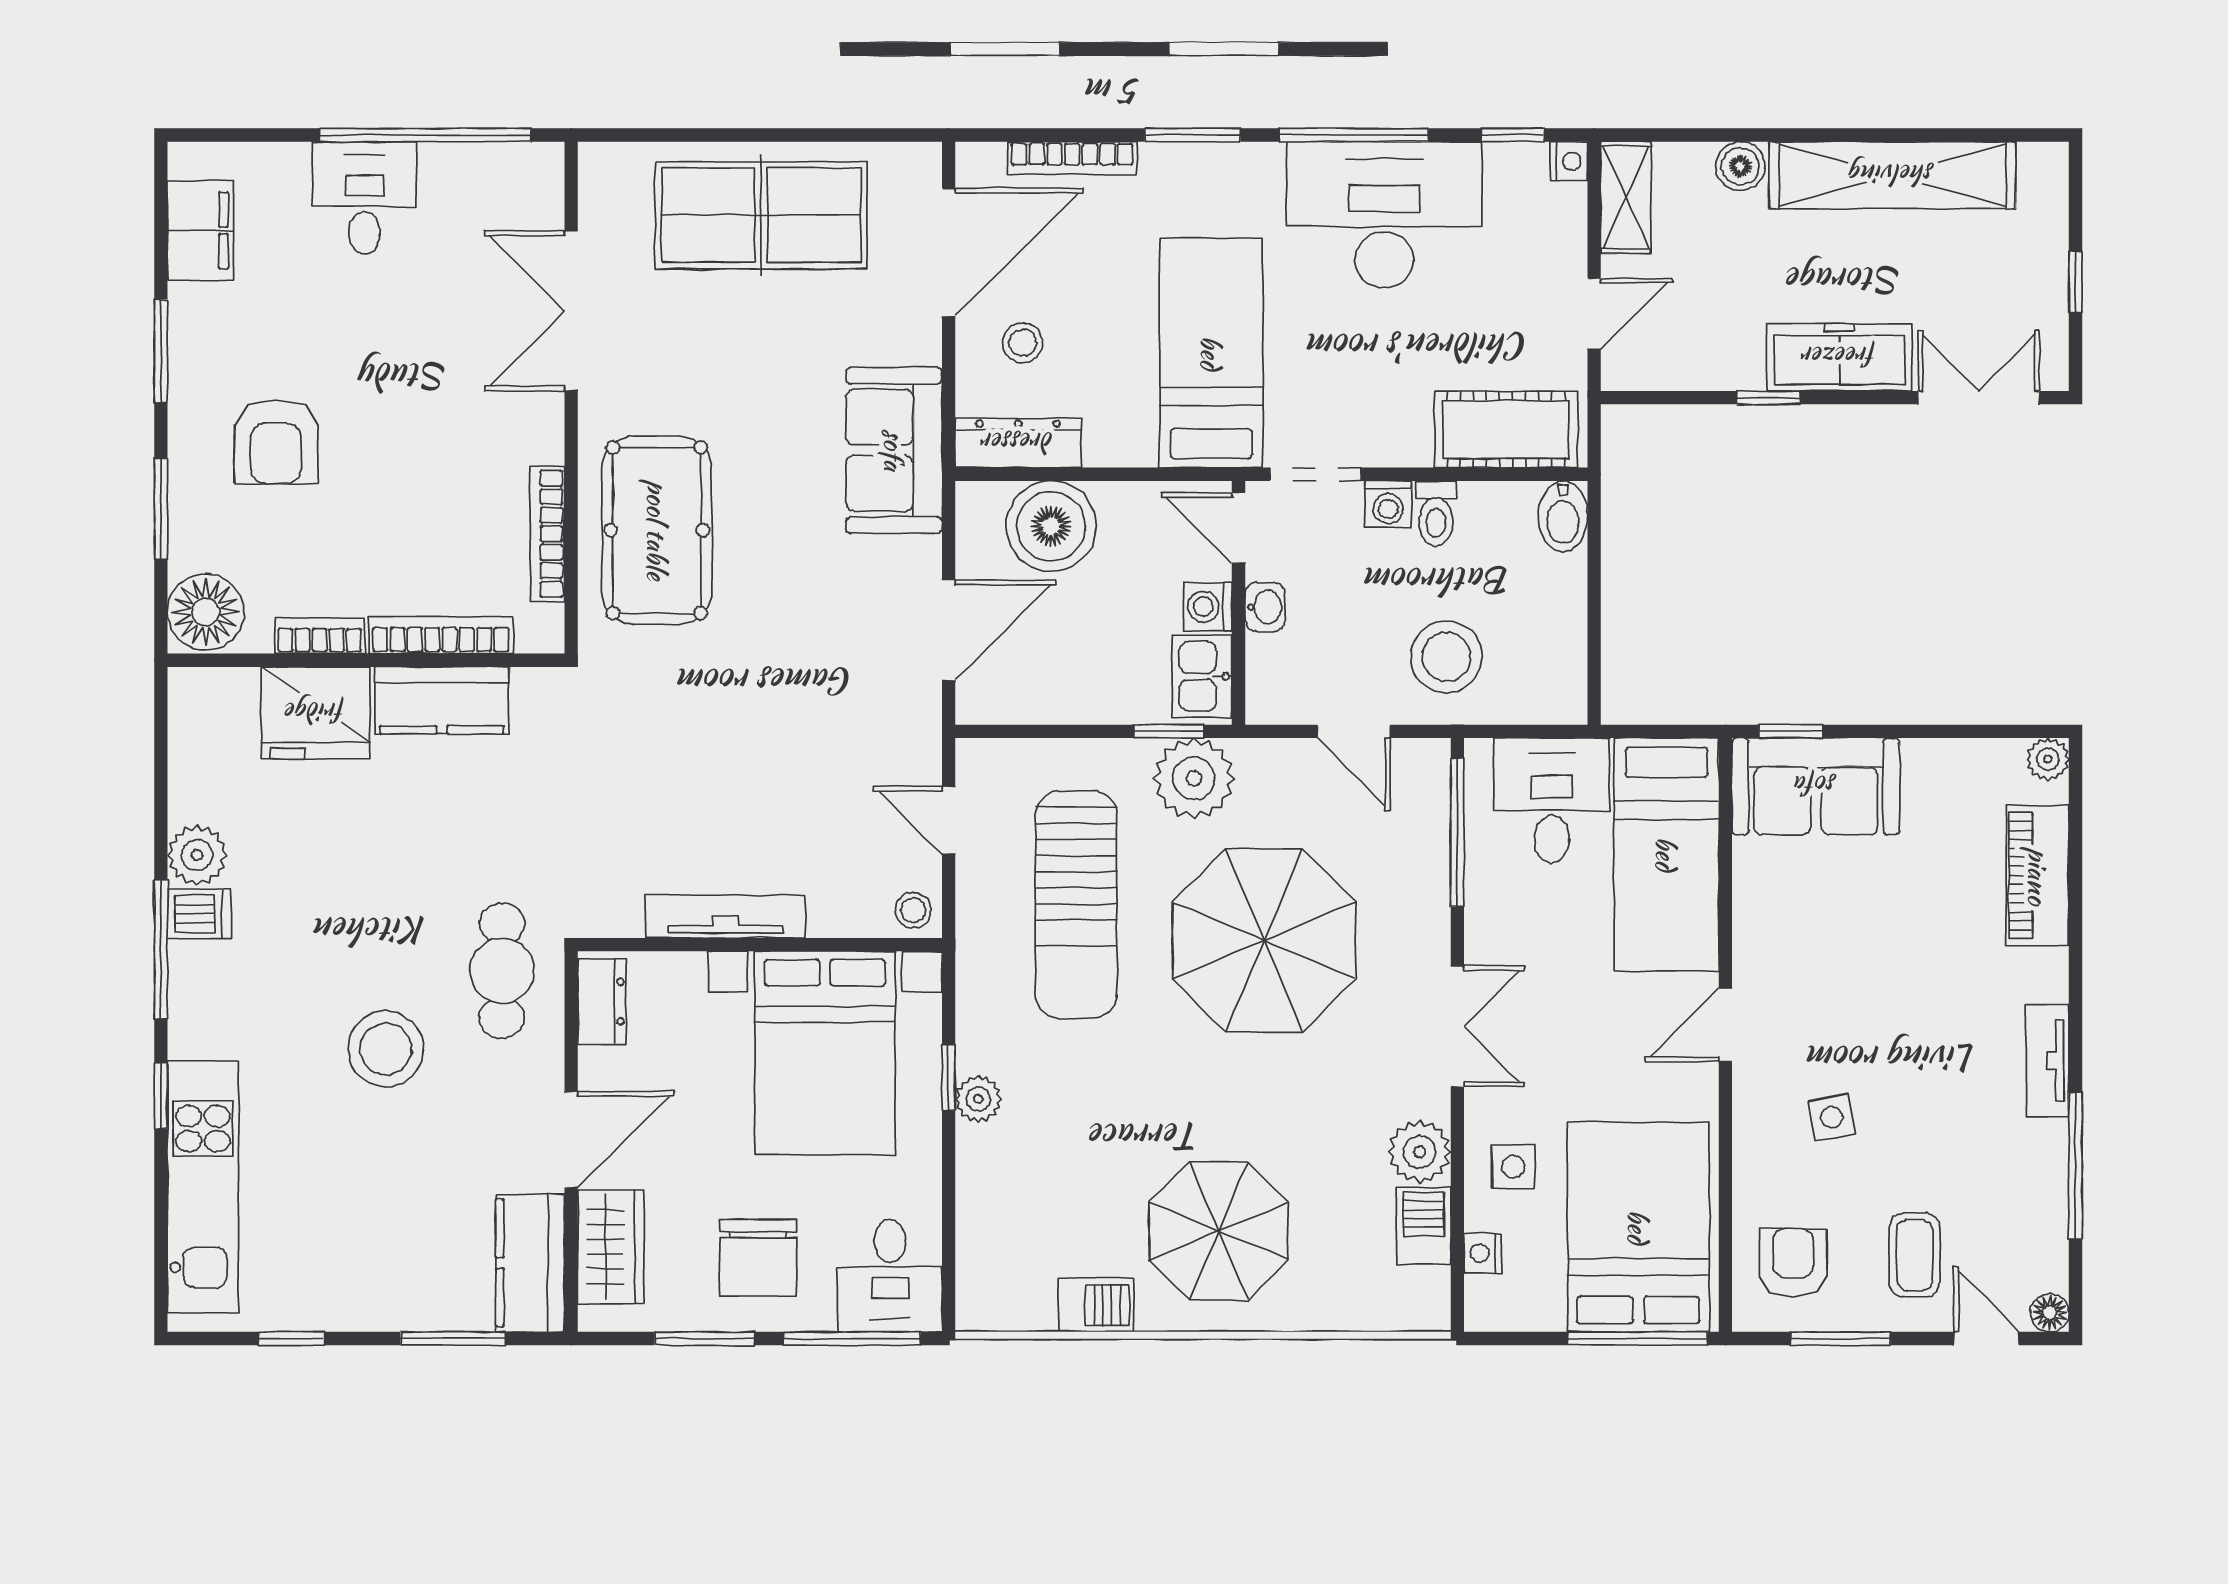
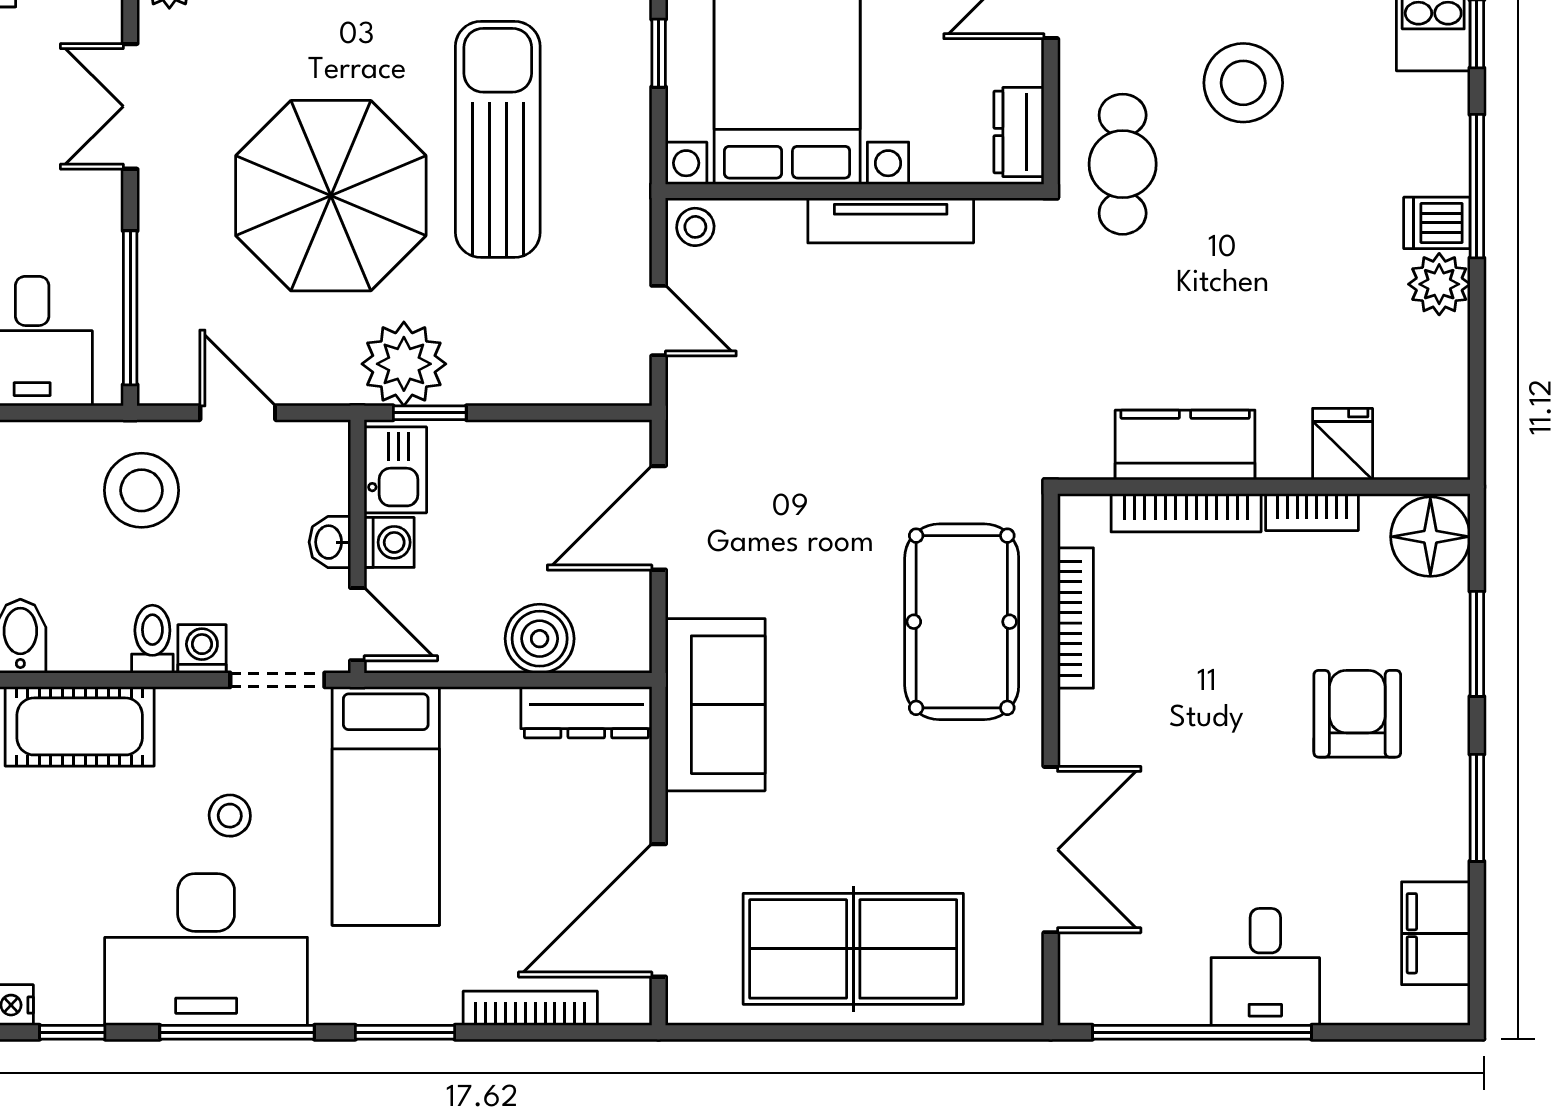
stool: (1023, 343) -> (230, 816), moved
boiler: (1051, 526) -> (540, 639), width x0.73, depth x0.73
fridge: (316, 713) -> (1343, 444), width x0.53, depth x0.75
sun lounger: (1076, 905) -> (498, 139), moved
plant: (978, 1099) -> (628, 31), removed

